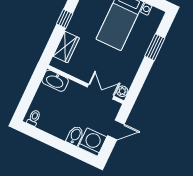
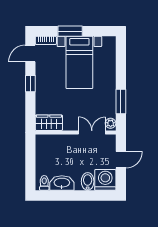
wardrobe: (66, 47) -> (49, 123), moved, turned -90
window: (155, 47) -> (121, 102), moved
washbasin: (55, 81) -> (62, 183), moved, turned 180

